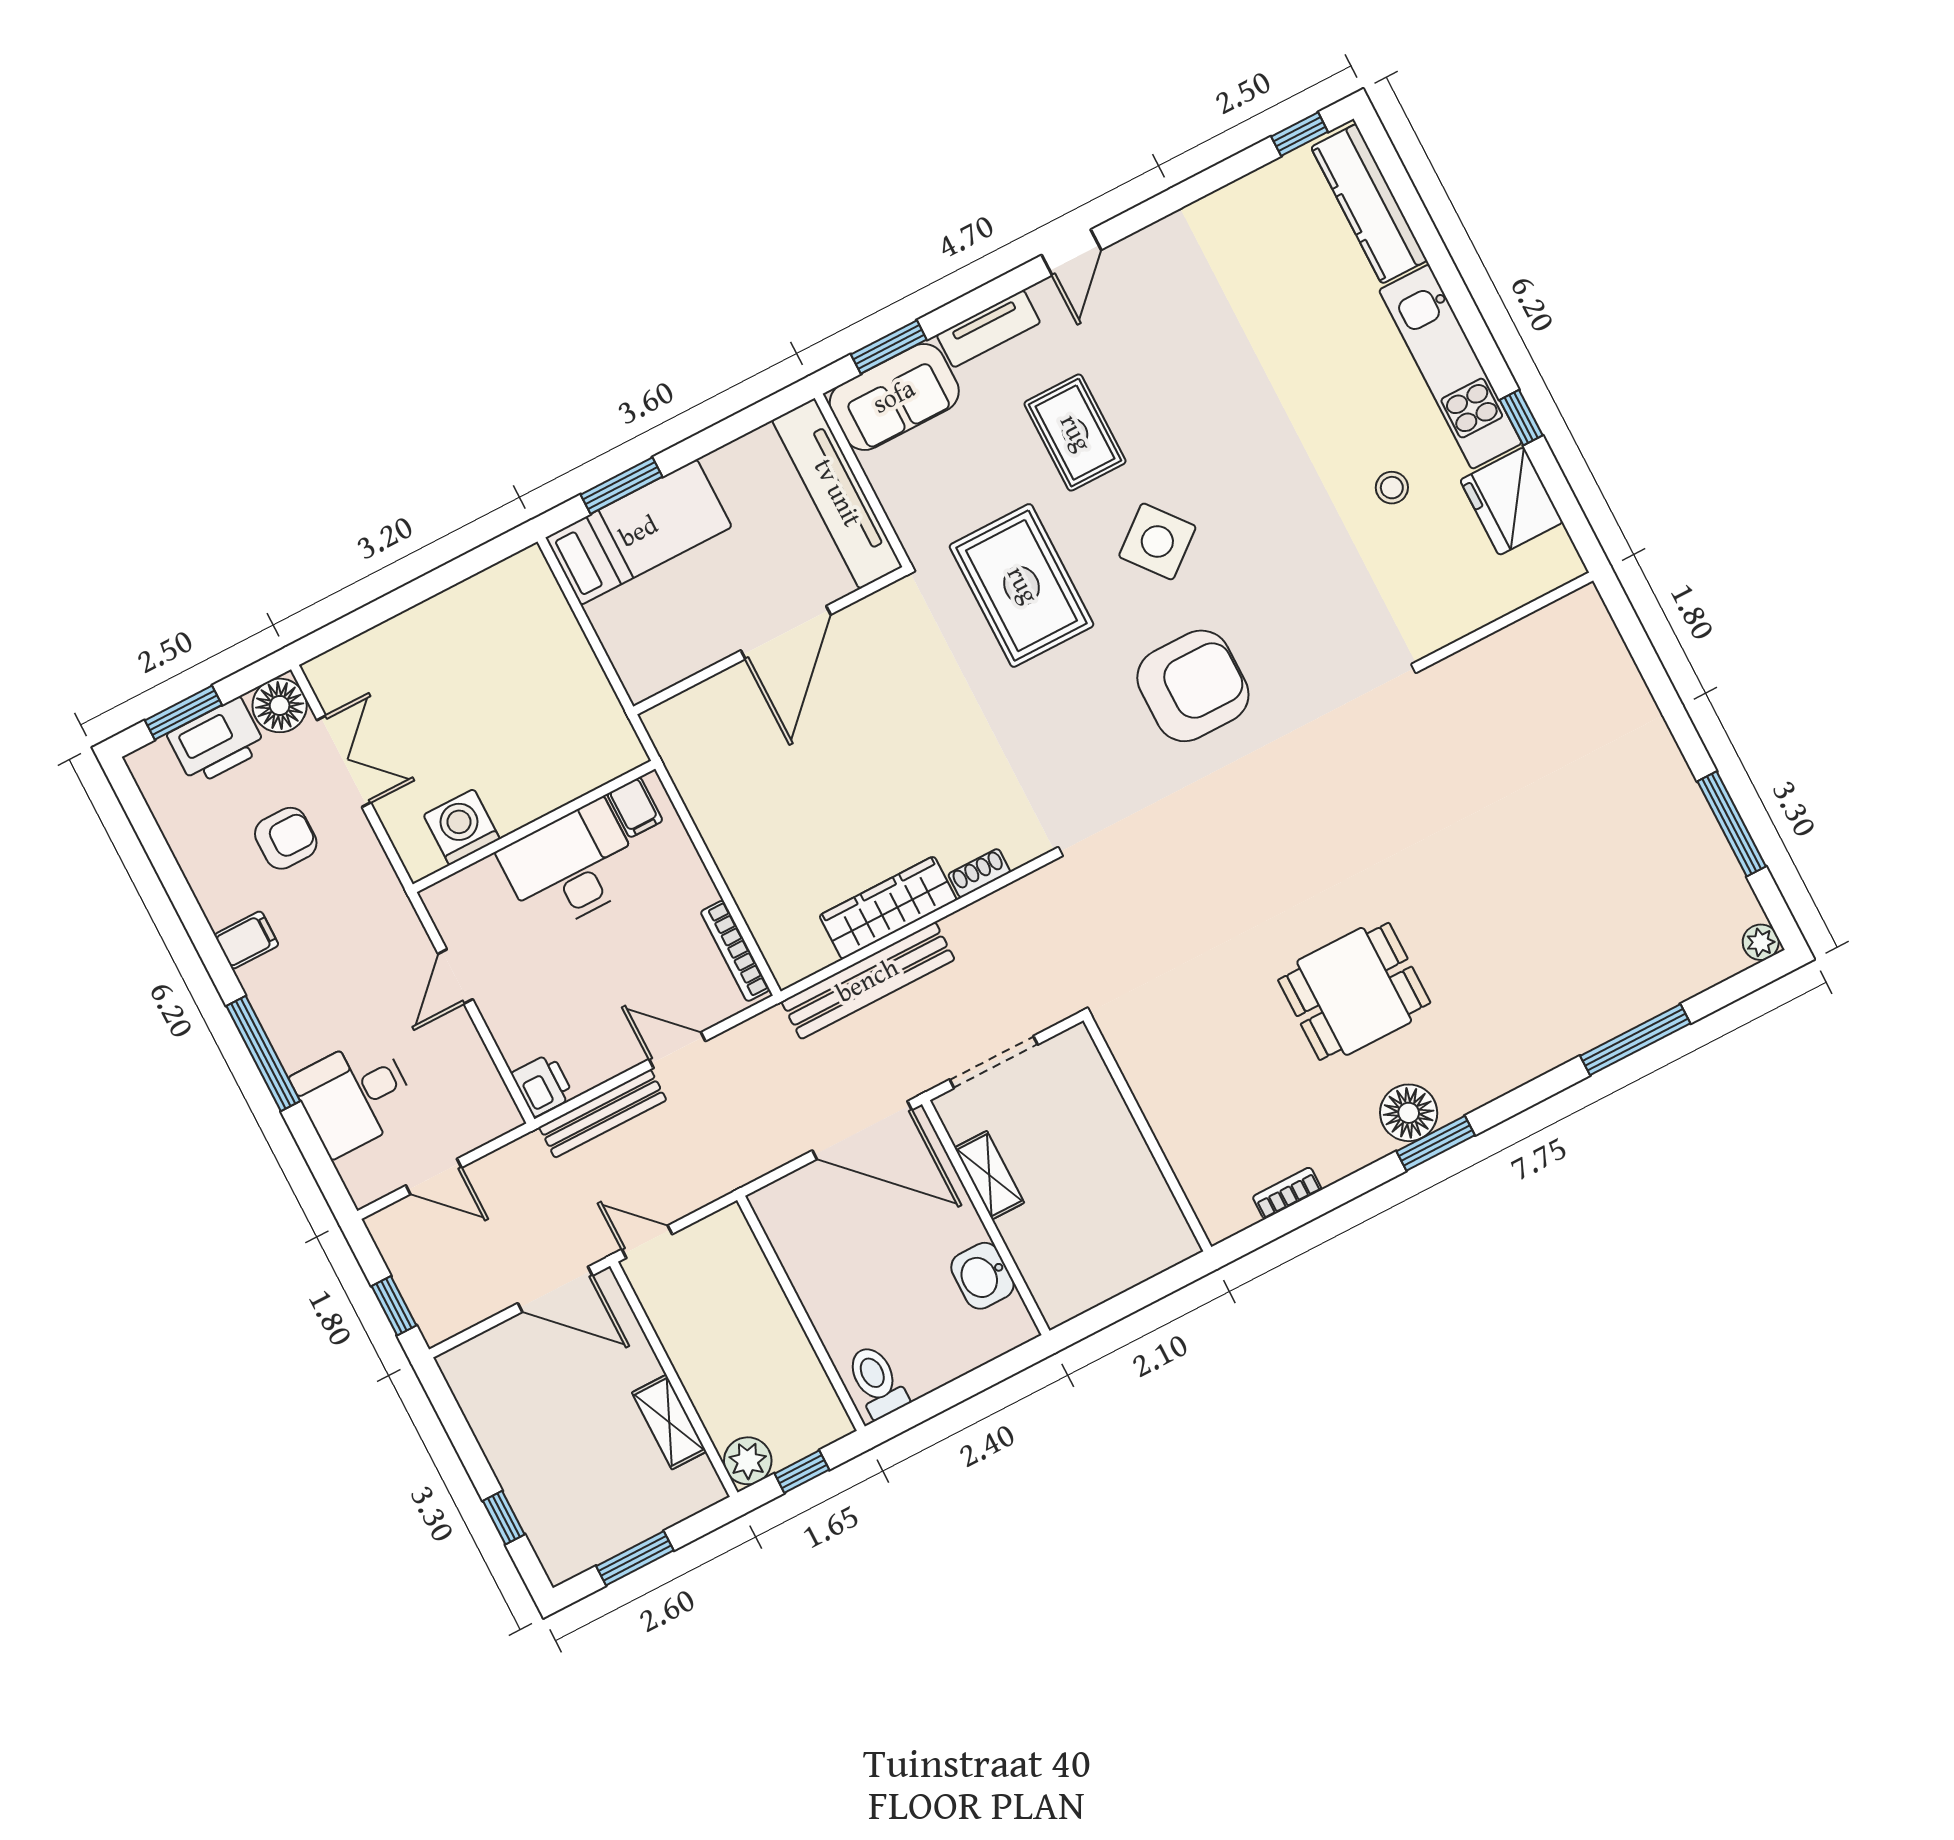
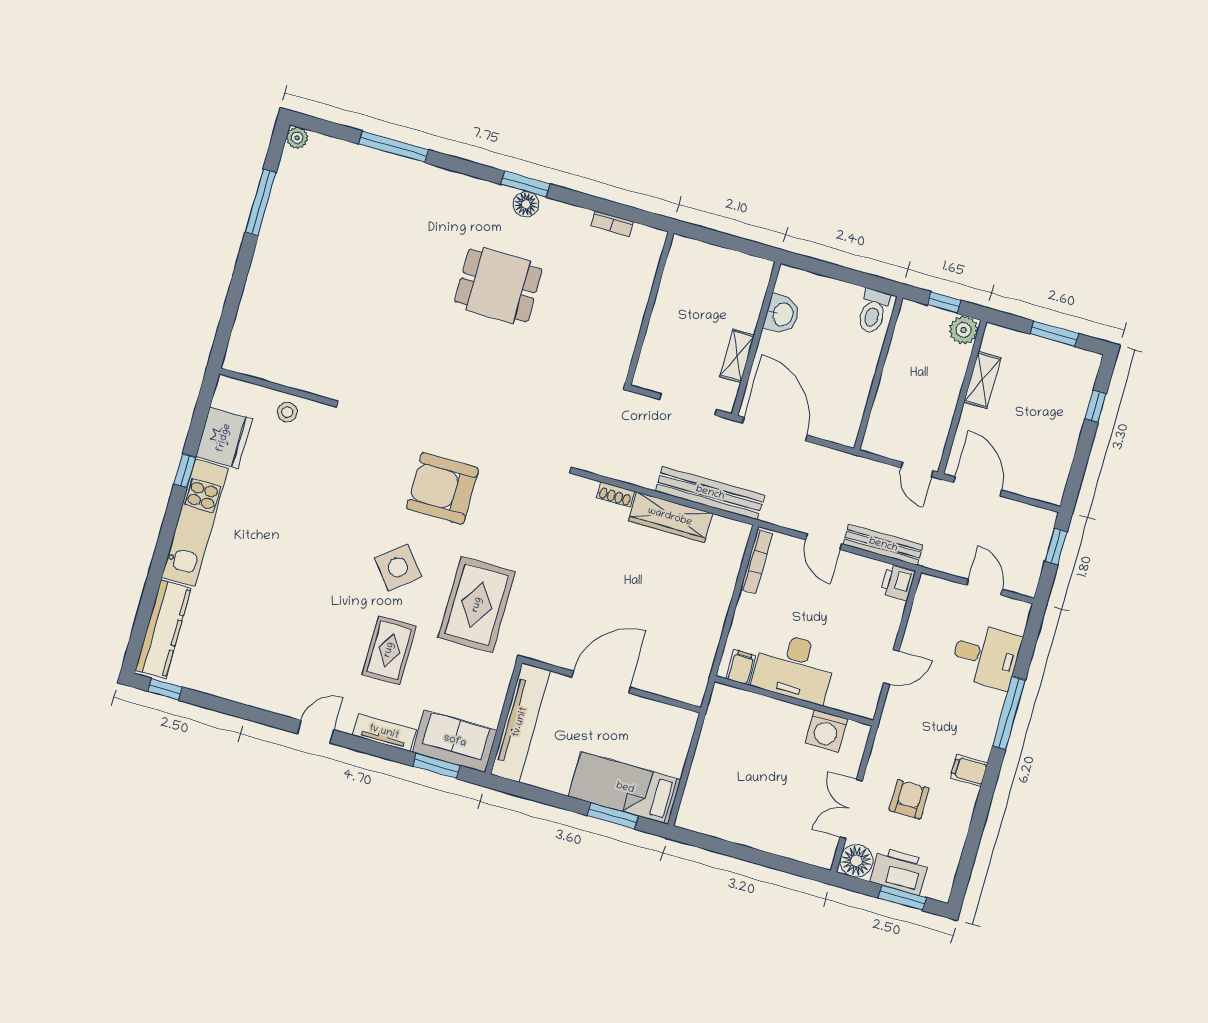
stool: (1392, 488) -> (287, 412), moved
armchair: (286, 838) -> (909, 799), turned 90
floor lamp: (1409, 1113) -> (526, 204), width x0.73, depth x0.73

